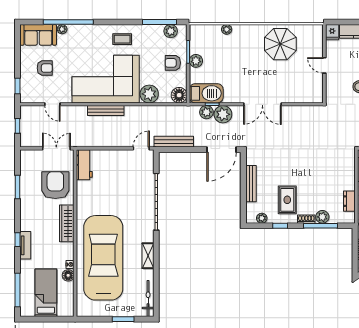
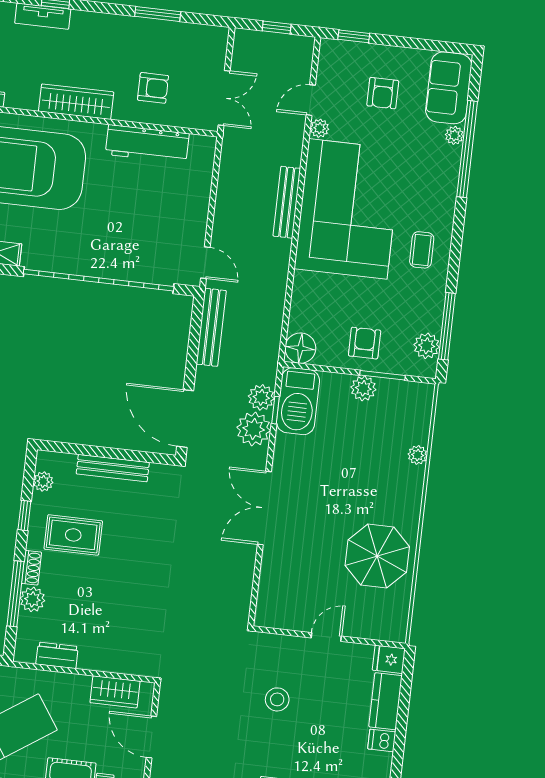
plant: (149, 94) -> (320, 128), moved, width x0.53, depth x0.53
workbench: (84, 165) -> (147, 144), moved, width x1.37
armchair: (55, 185) -> (153, 88), width x0.53, depth x0.53
garage door: (156, 202) -> (99, 280), width x1.36

